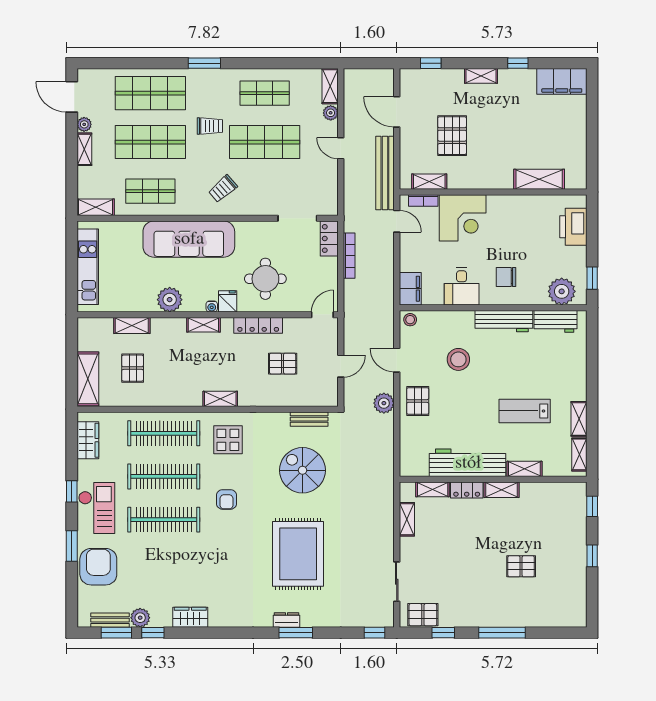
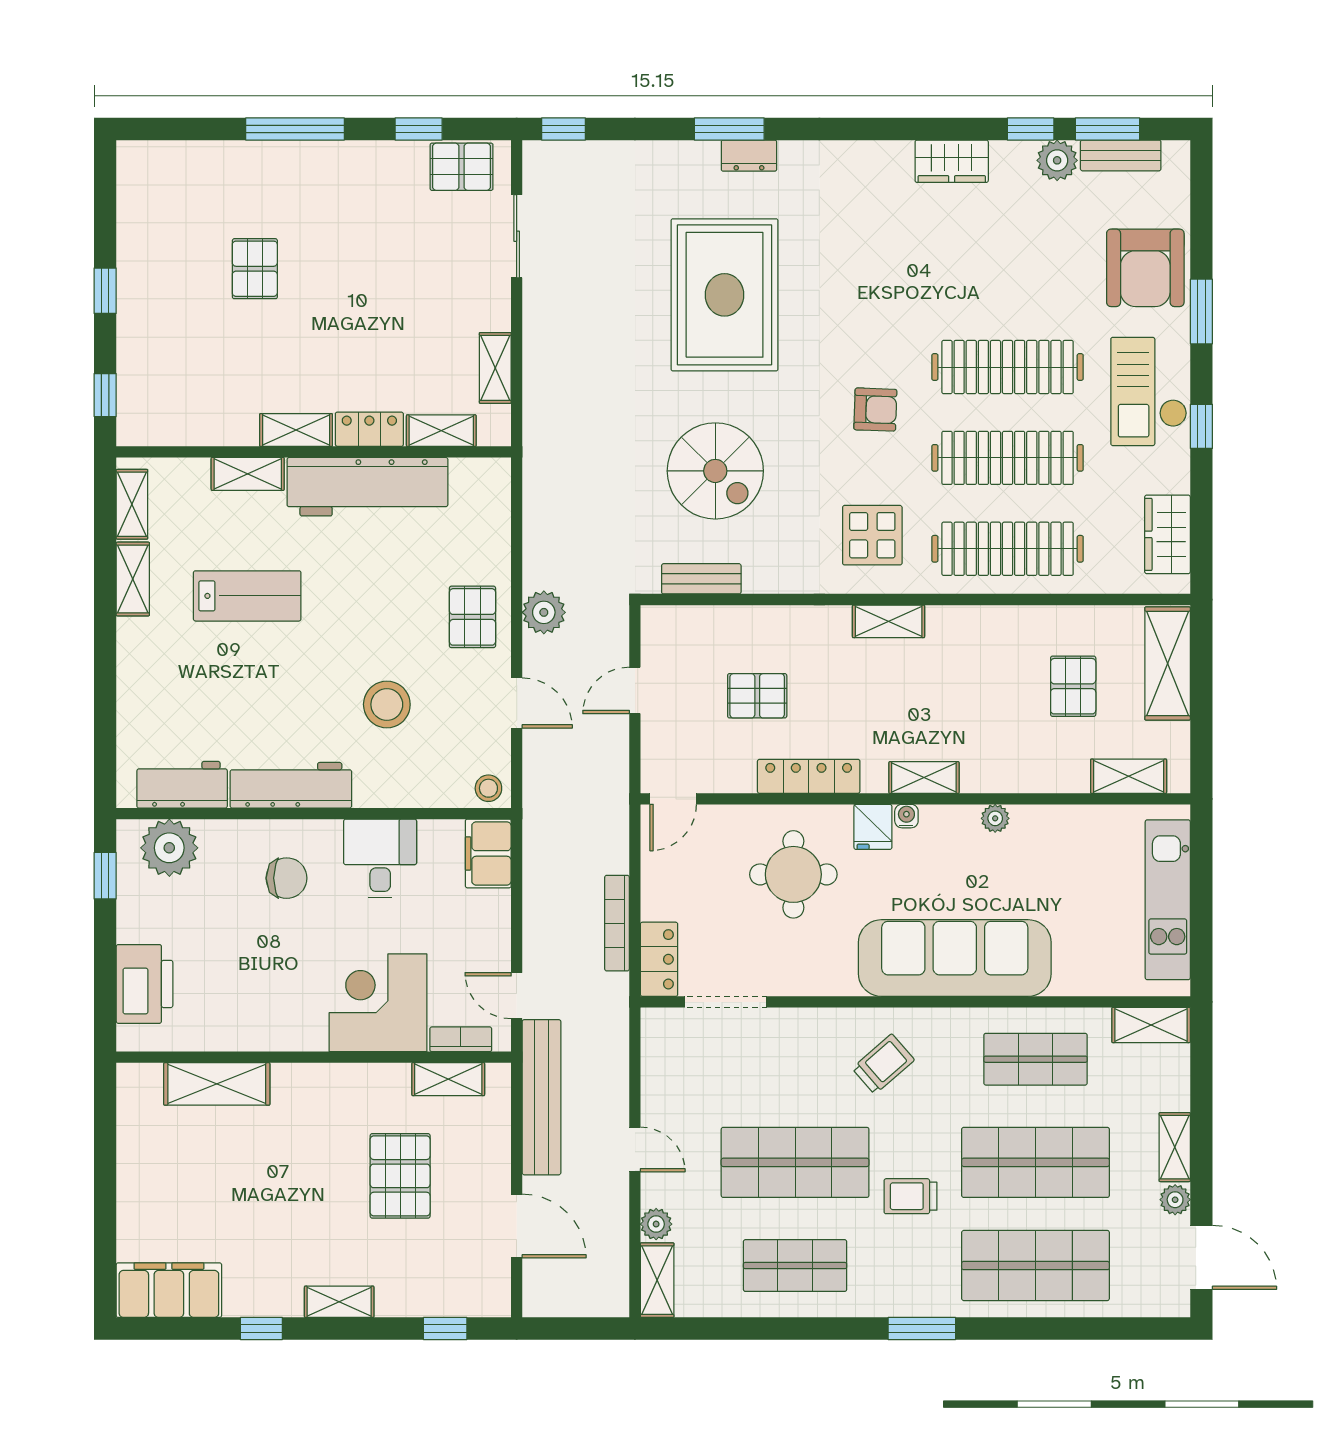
plant: (170, 300) -> (995, 818), width x0.53, depth x0.53
shelving: (132, 325) -> (1129, 776), moved
armchair: (227, 499) -> (875, 410), turned 92
pallet: (521, 566) -> (255, 269), turned 90

